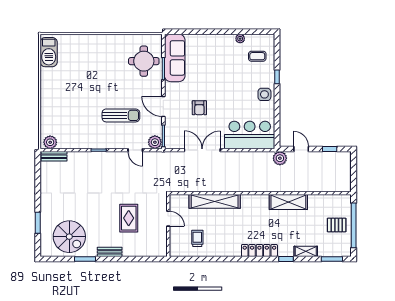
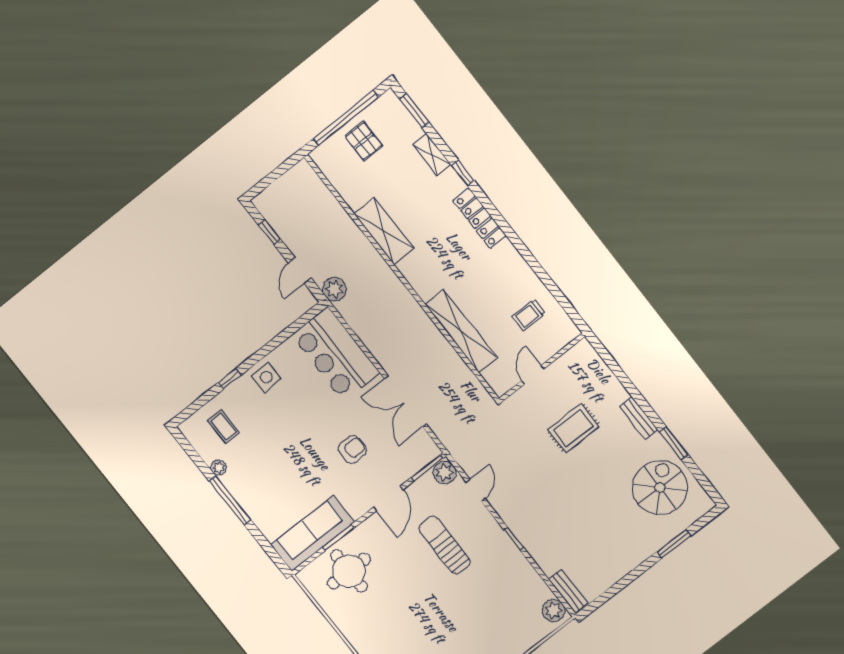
window: (221, 32) -> (230, 501), added

